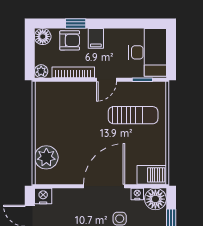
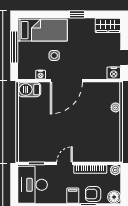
sun lounger: (133, 115) -> (44, 136), removed
plant: (46, 157) -> (116, 107), width x0.53, depth x0.53
floor lamp: (155, 199) -> (26, 71), removed

